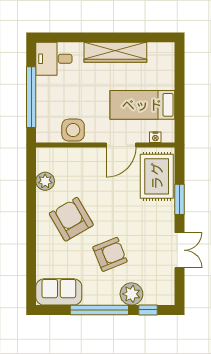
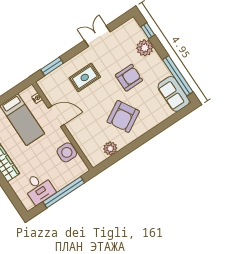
desk: (54, 59) -> (39, 188), moved
rug: (157, 176) -> (85, 77), moved, width x0.73, depth x0.70
window: (179, 199) -> (52, 66), moved
armchair: (110, 254) -> (129, 78), turned 112
window: (99, 310) -> (178, 76), moved

